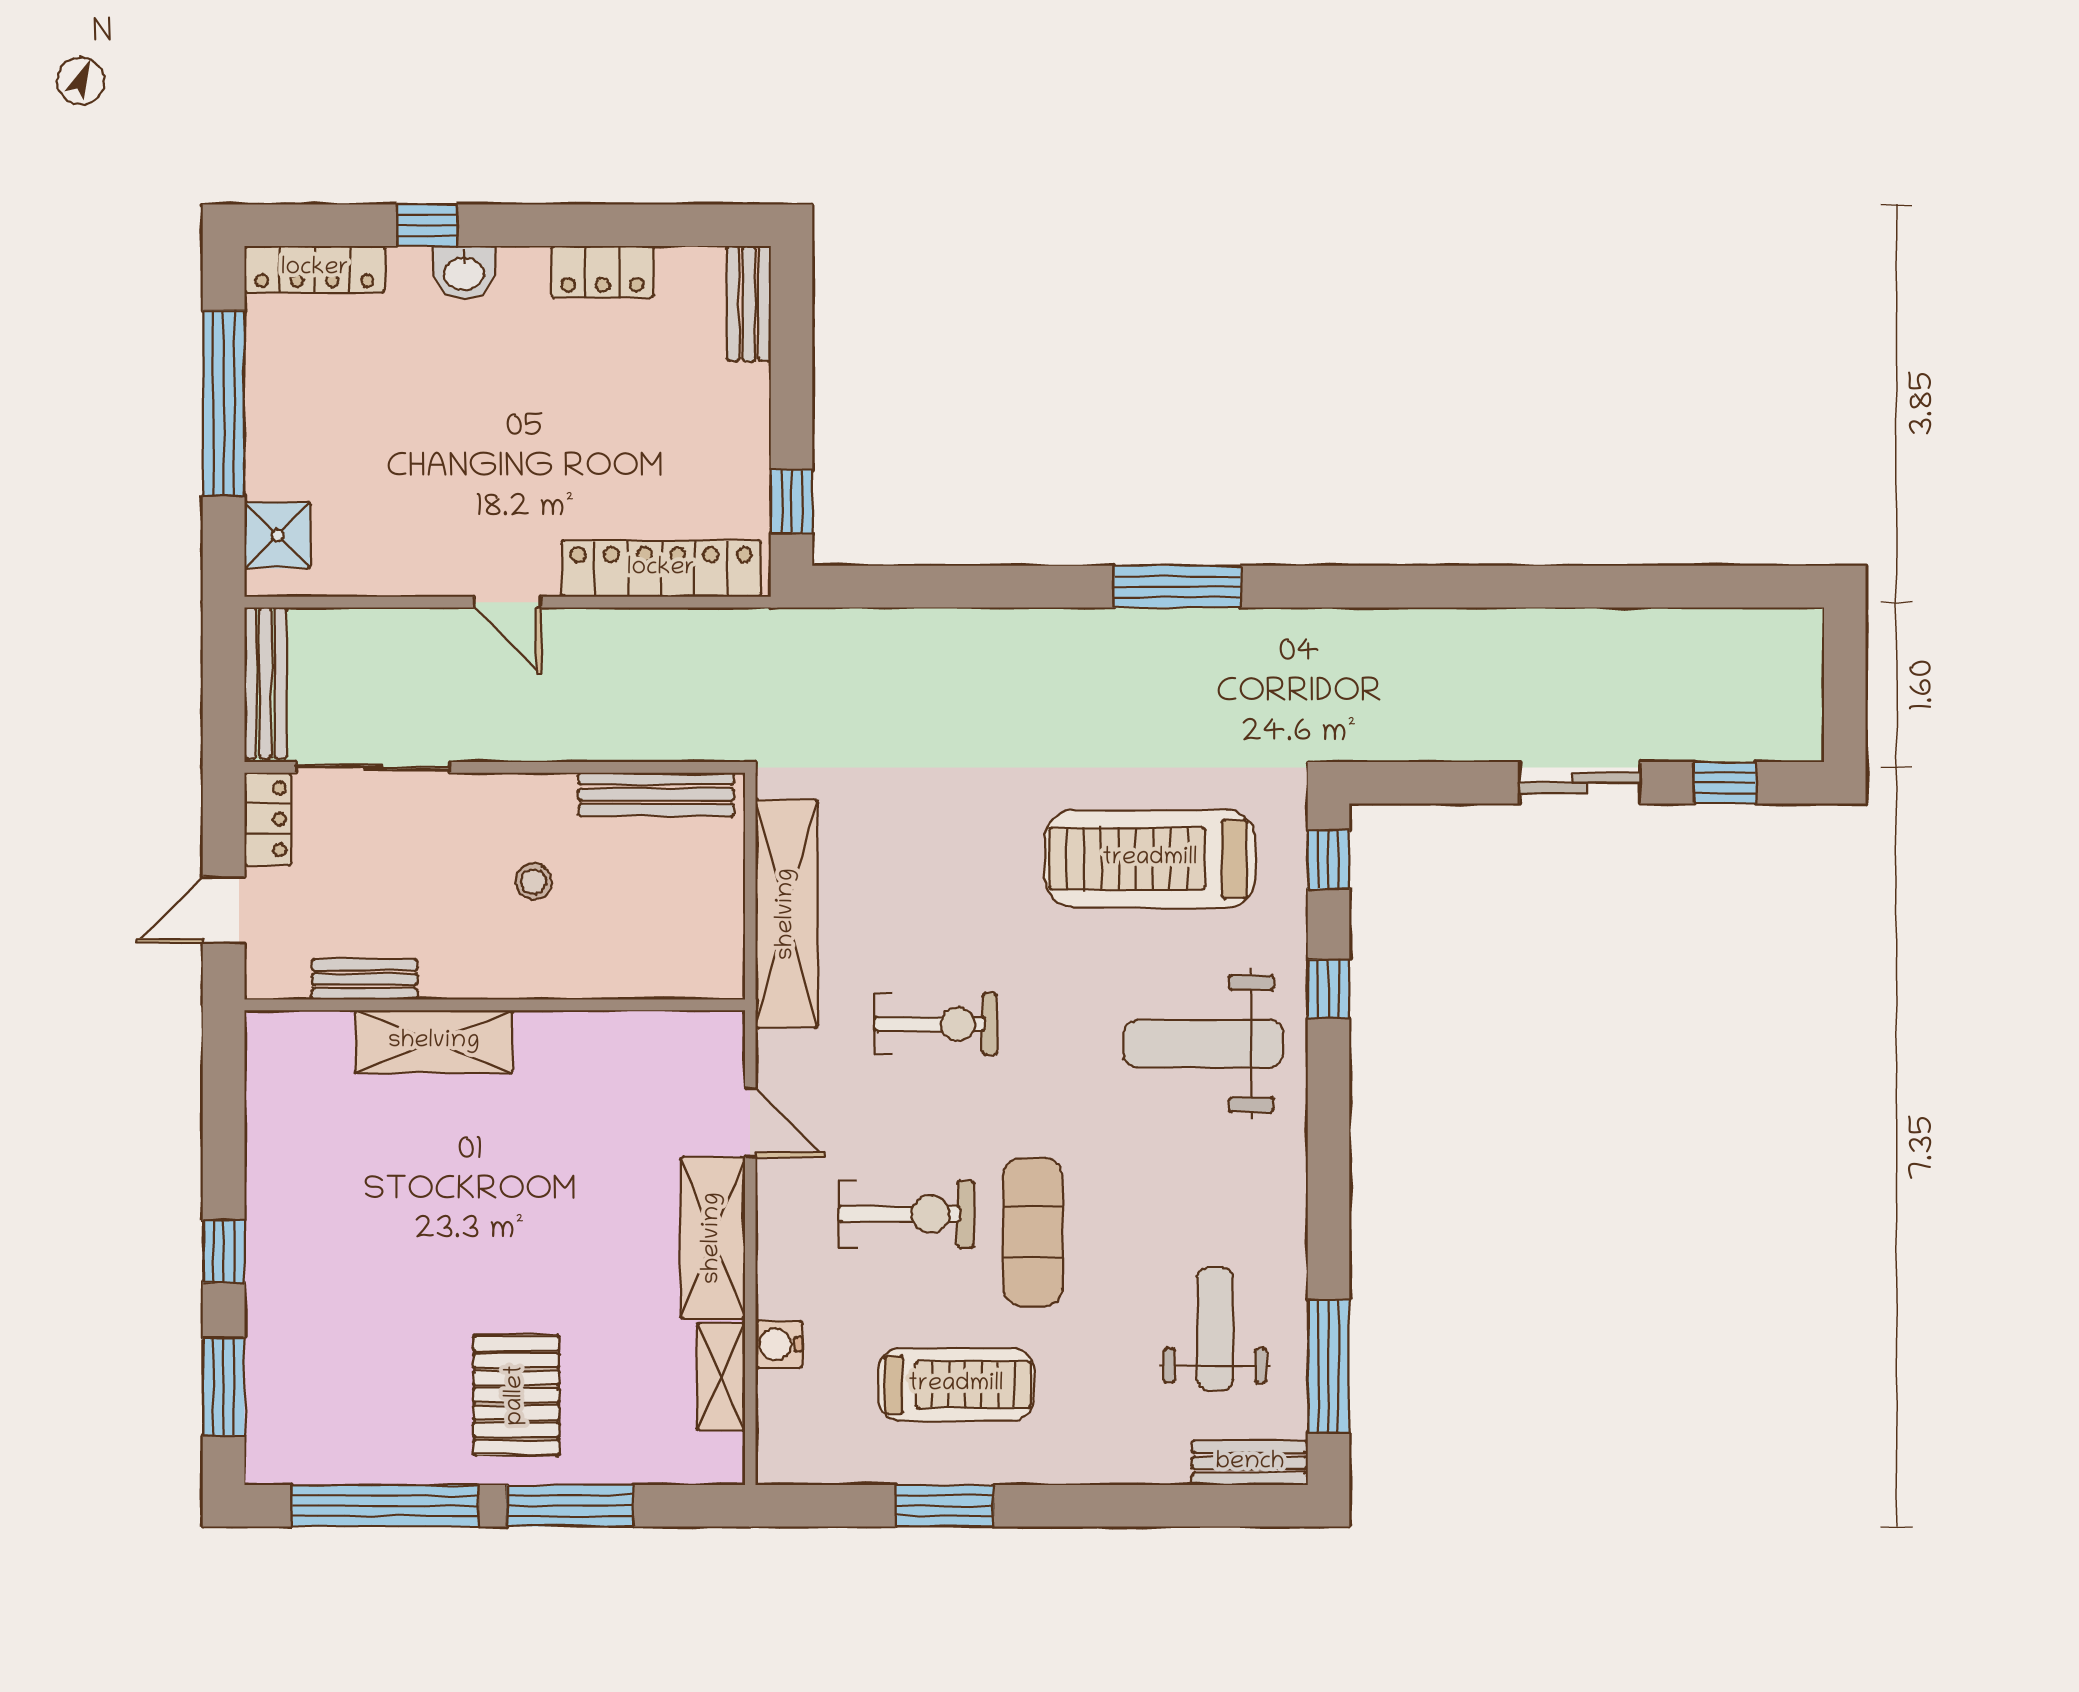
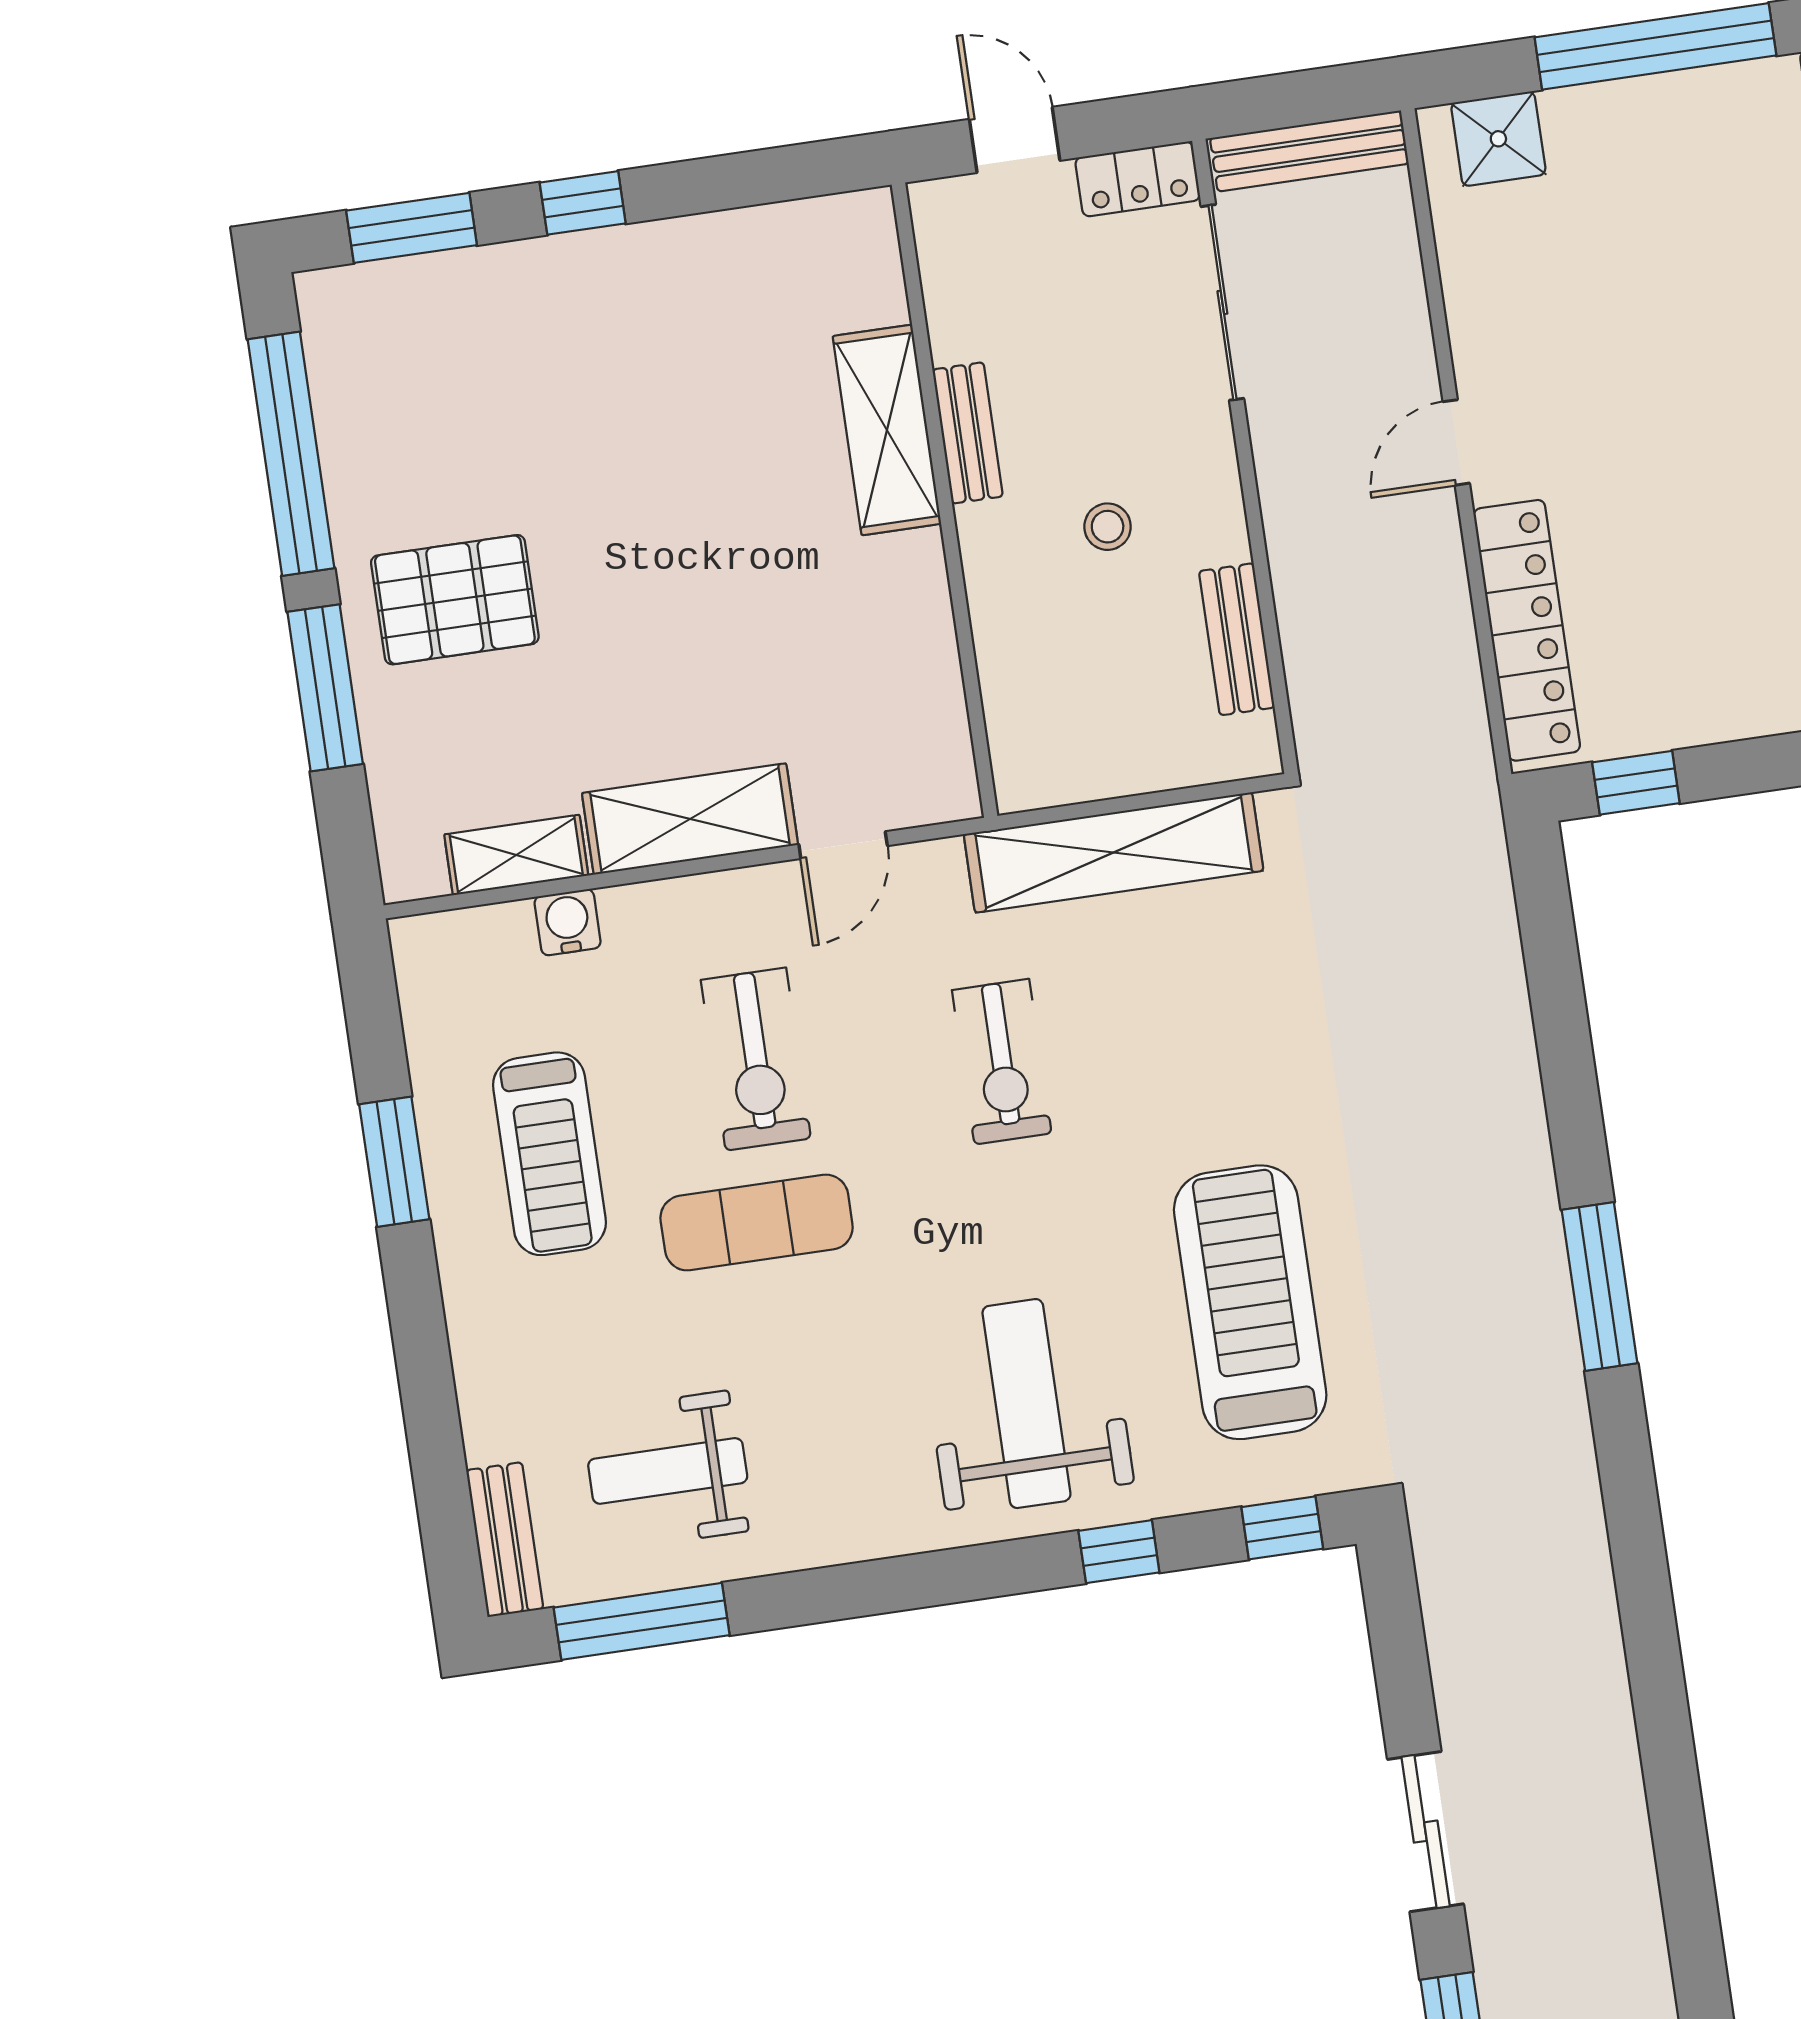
bench: (656, 794) -> (1237, 639), width x0.73
bench: (365, 979) -> (968, 433), moved
weight bench: (1215, 1329) -> (668, 1471), turned 180

